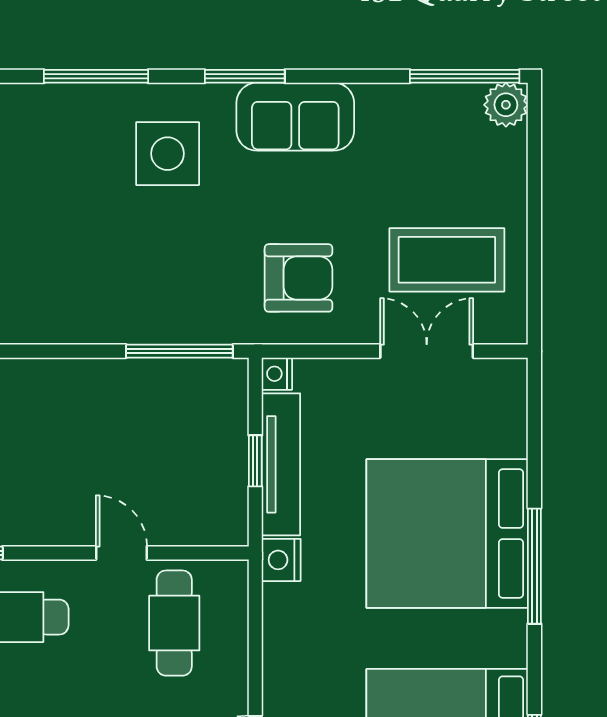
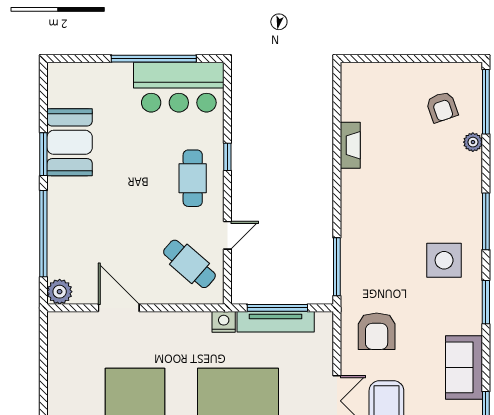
sofa: (295, 117) -> (464, 367), moved
nightstand: (277, 374) -> (325, 320), removed
window: (255, 461) -> (277, 308), width x2.17
cafe table: (174, 623) -> (189, 264), turned 41

